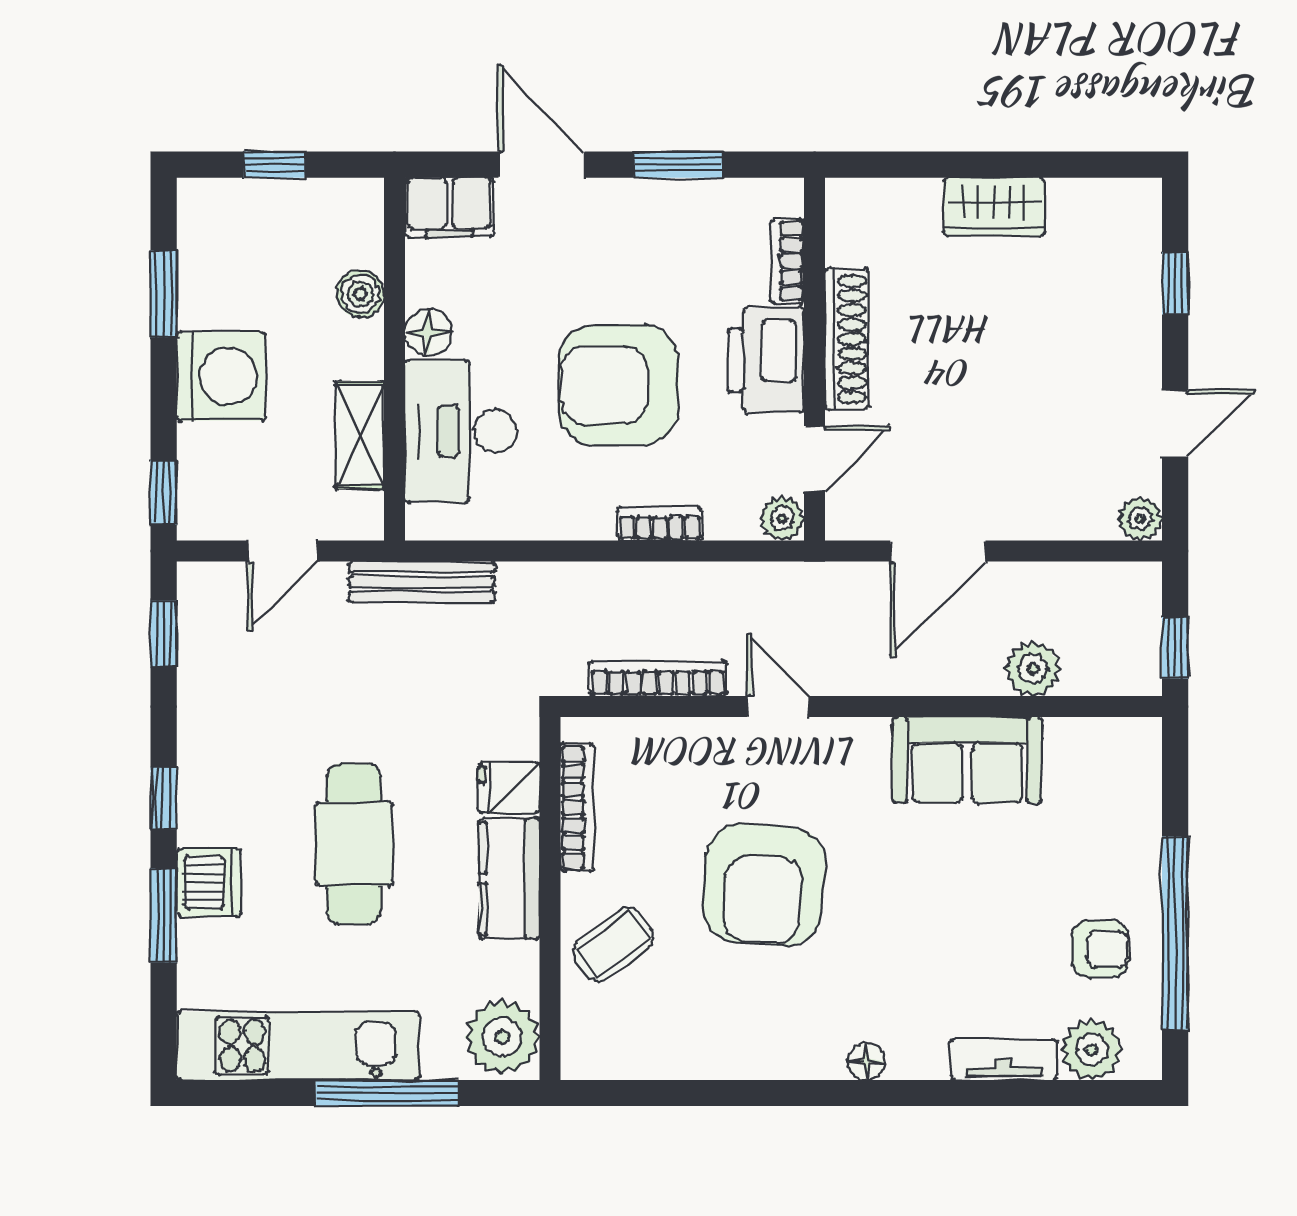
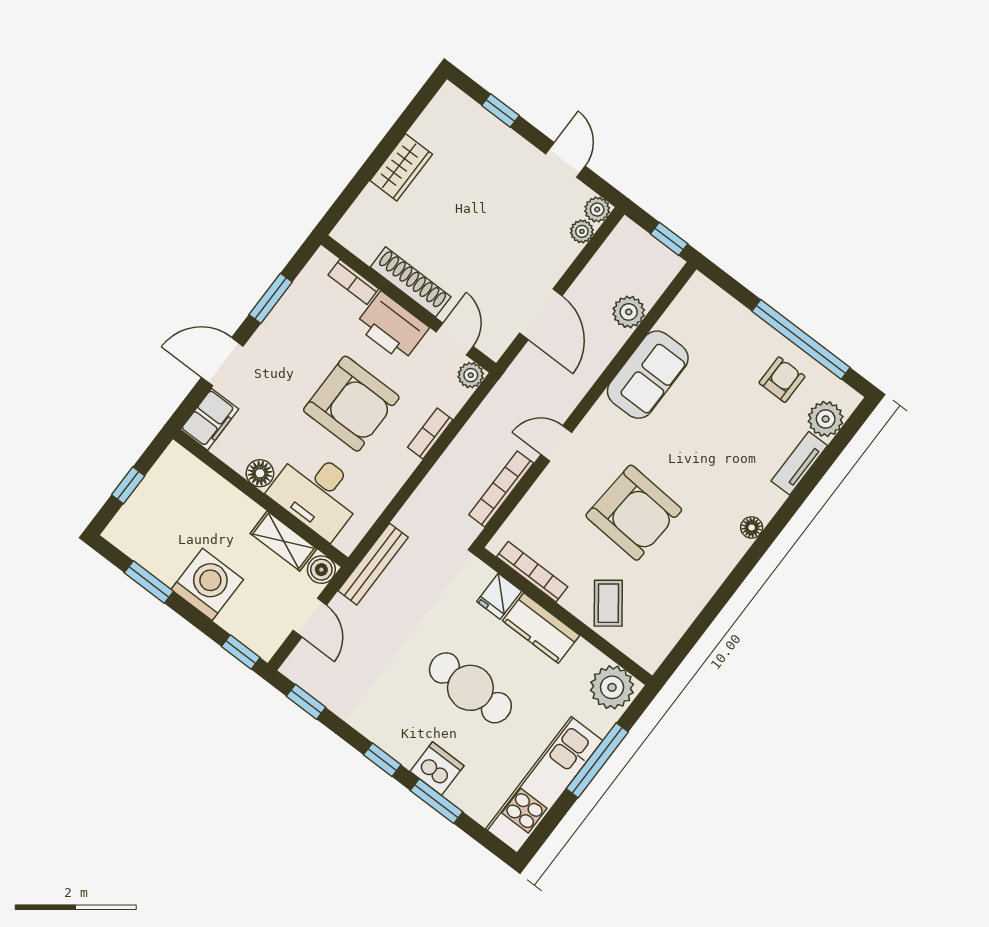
boiler: (360, 294) -> (321, 570), moved
armchair: (619, 385) -> (351, 404), turned -90
plant: (1094, 521) -> (582, 231), added

